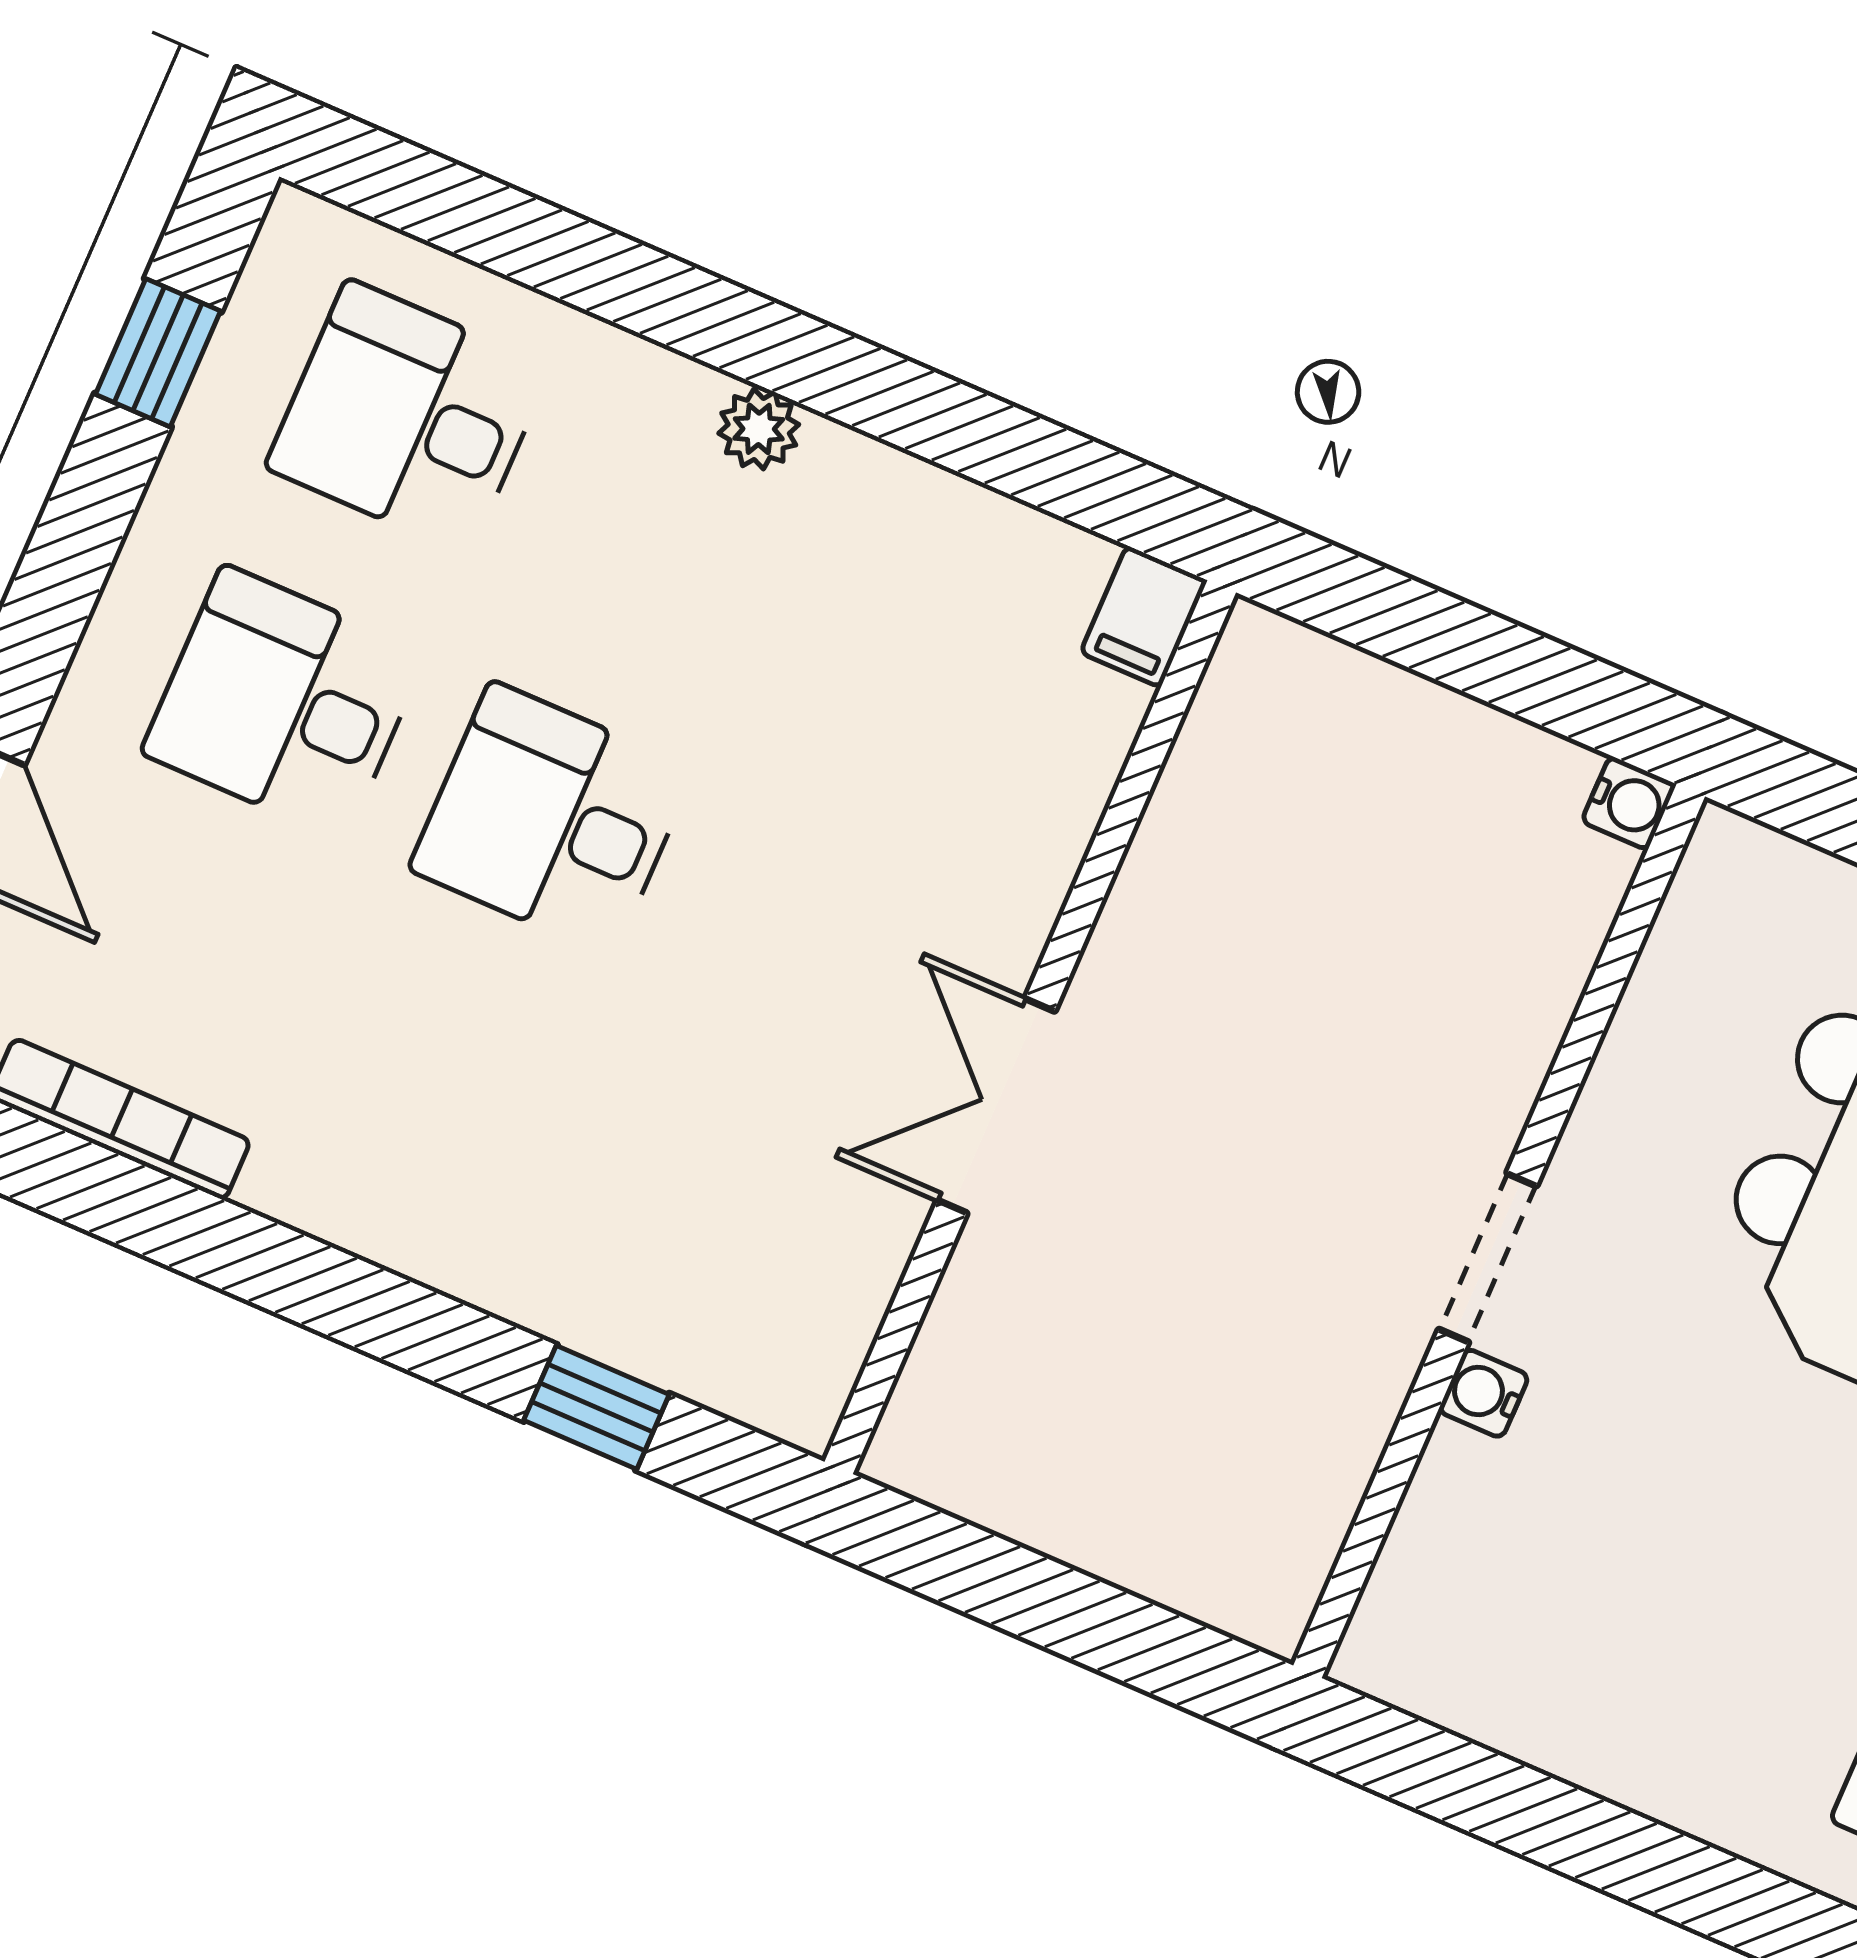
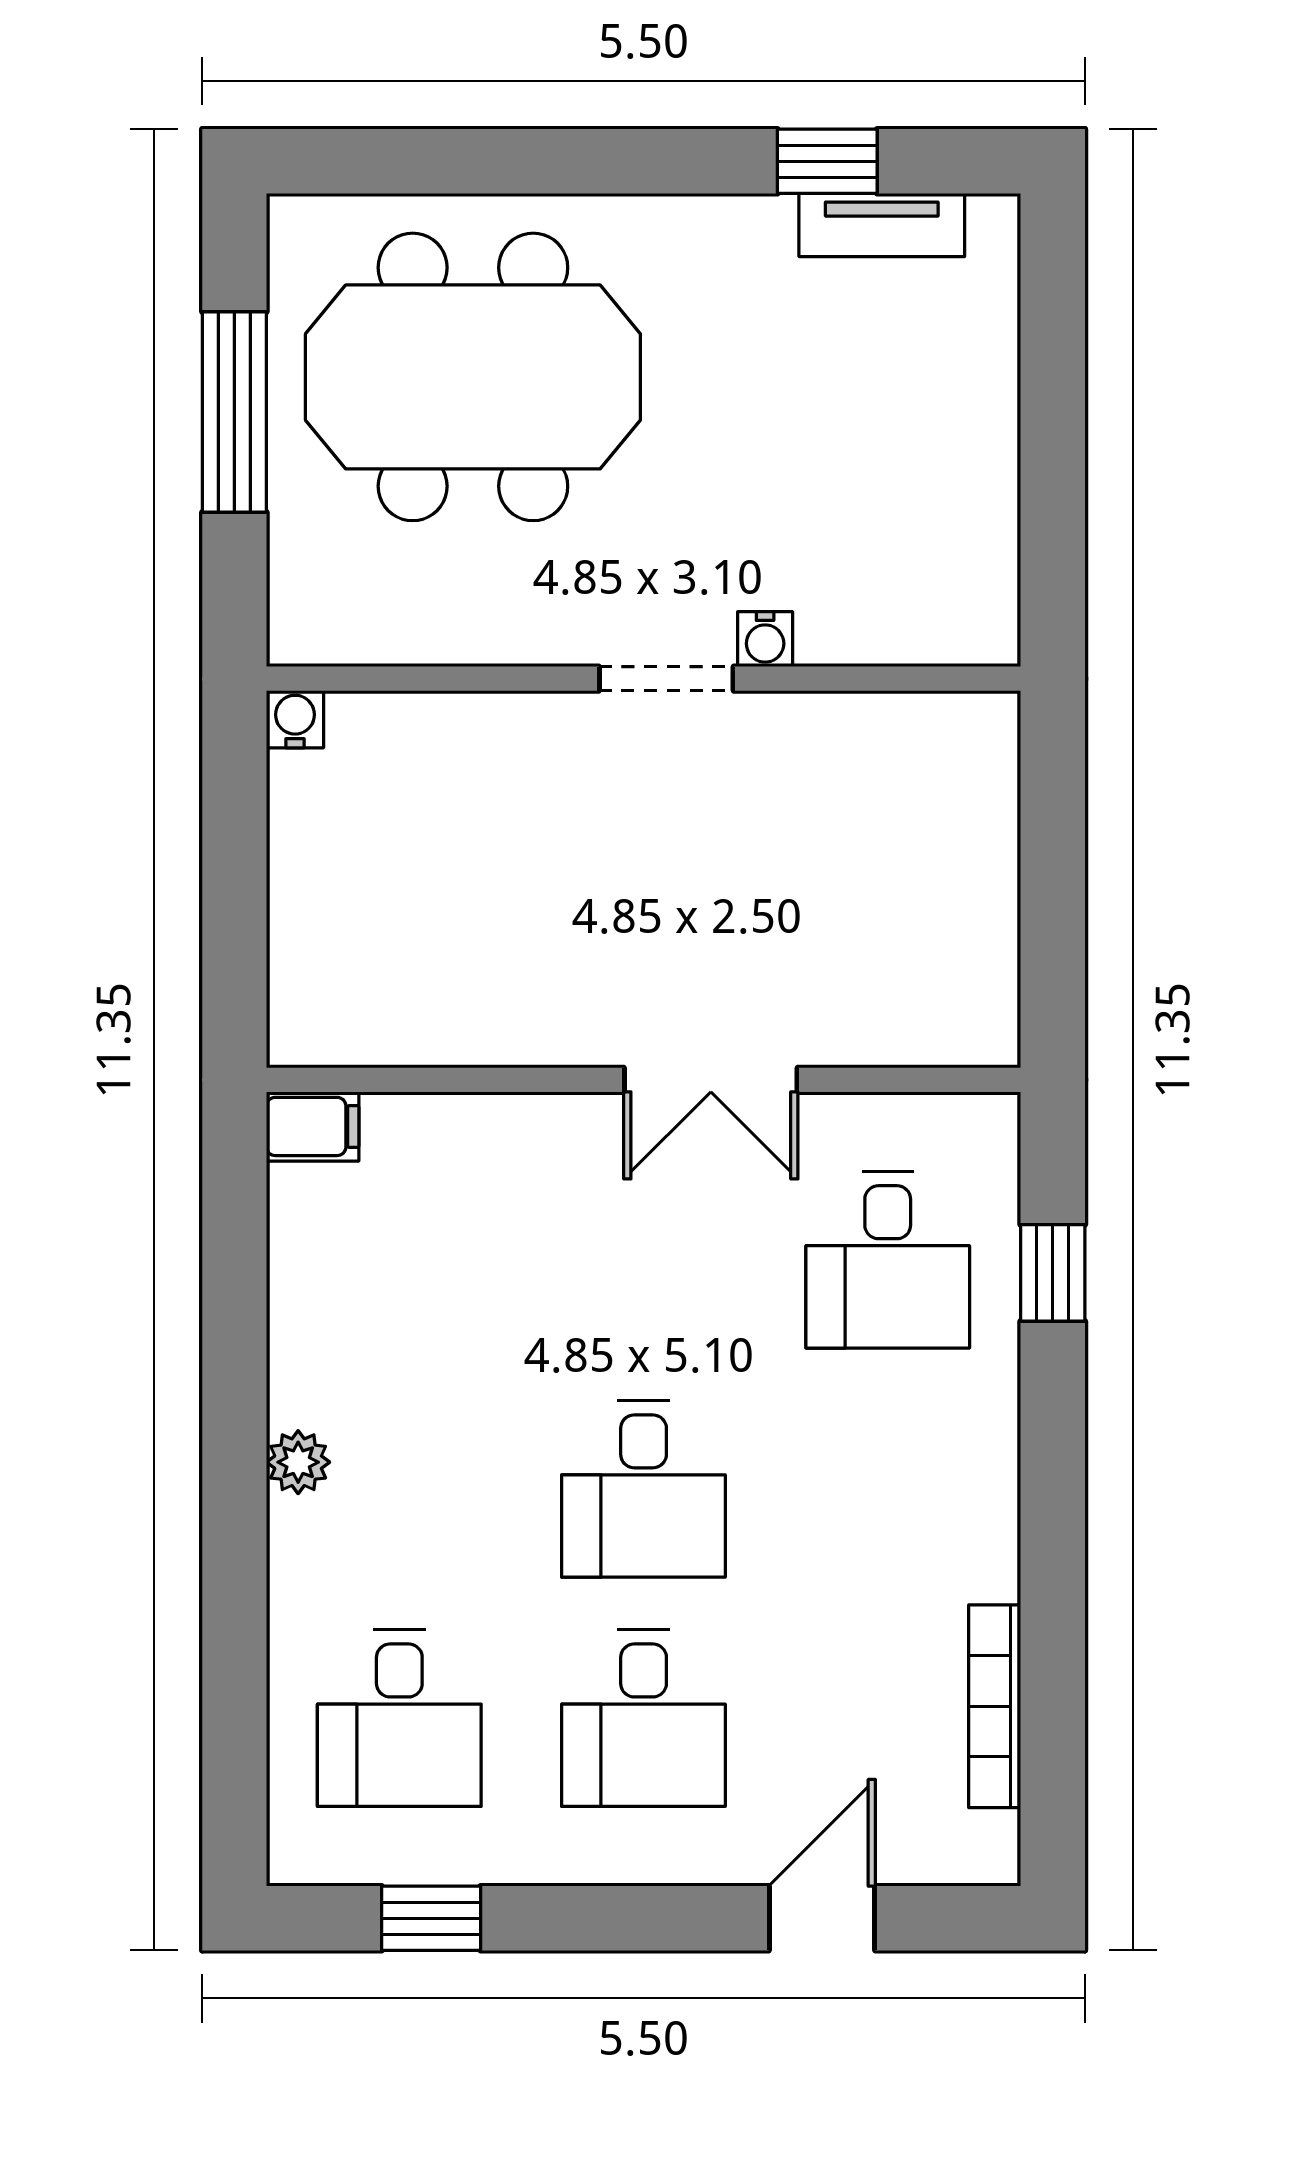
desk: (696, 1221) -> (888, 1260), added

